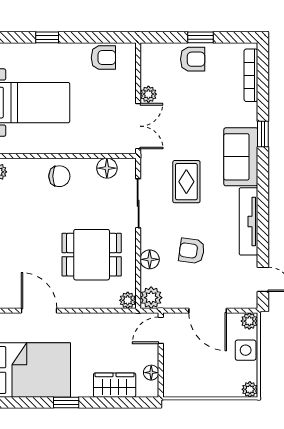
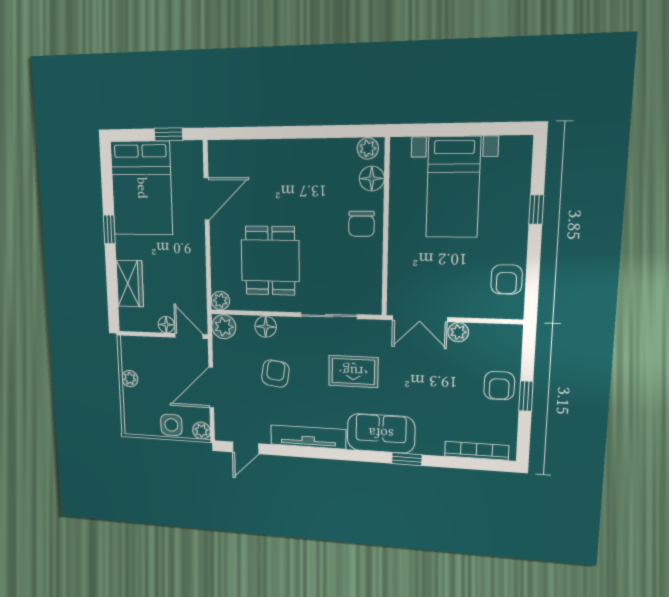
floor lamp: (107, 168) -> (372, 179), moved
floor lamp: (151, 373) -> (166, 325), moved
plant: (250, 389) -> (130, 379), moved

